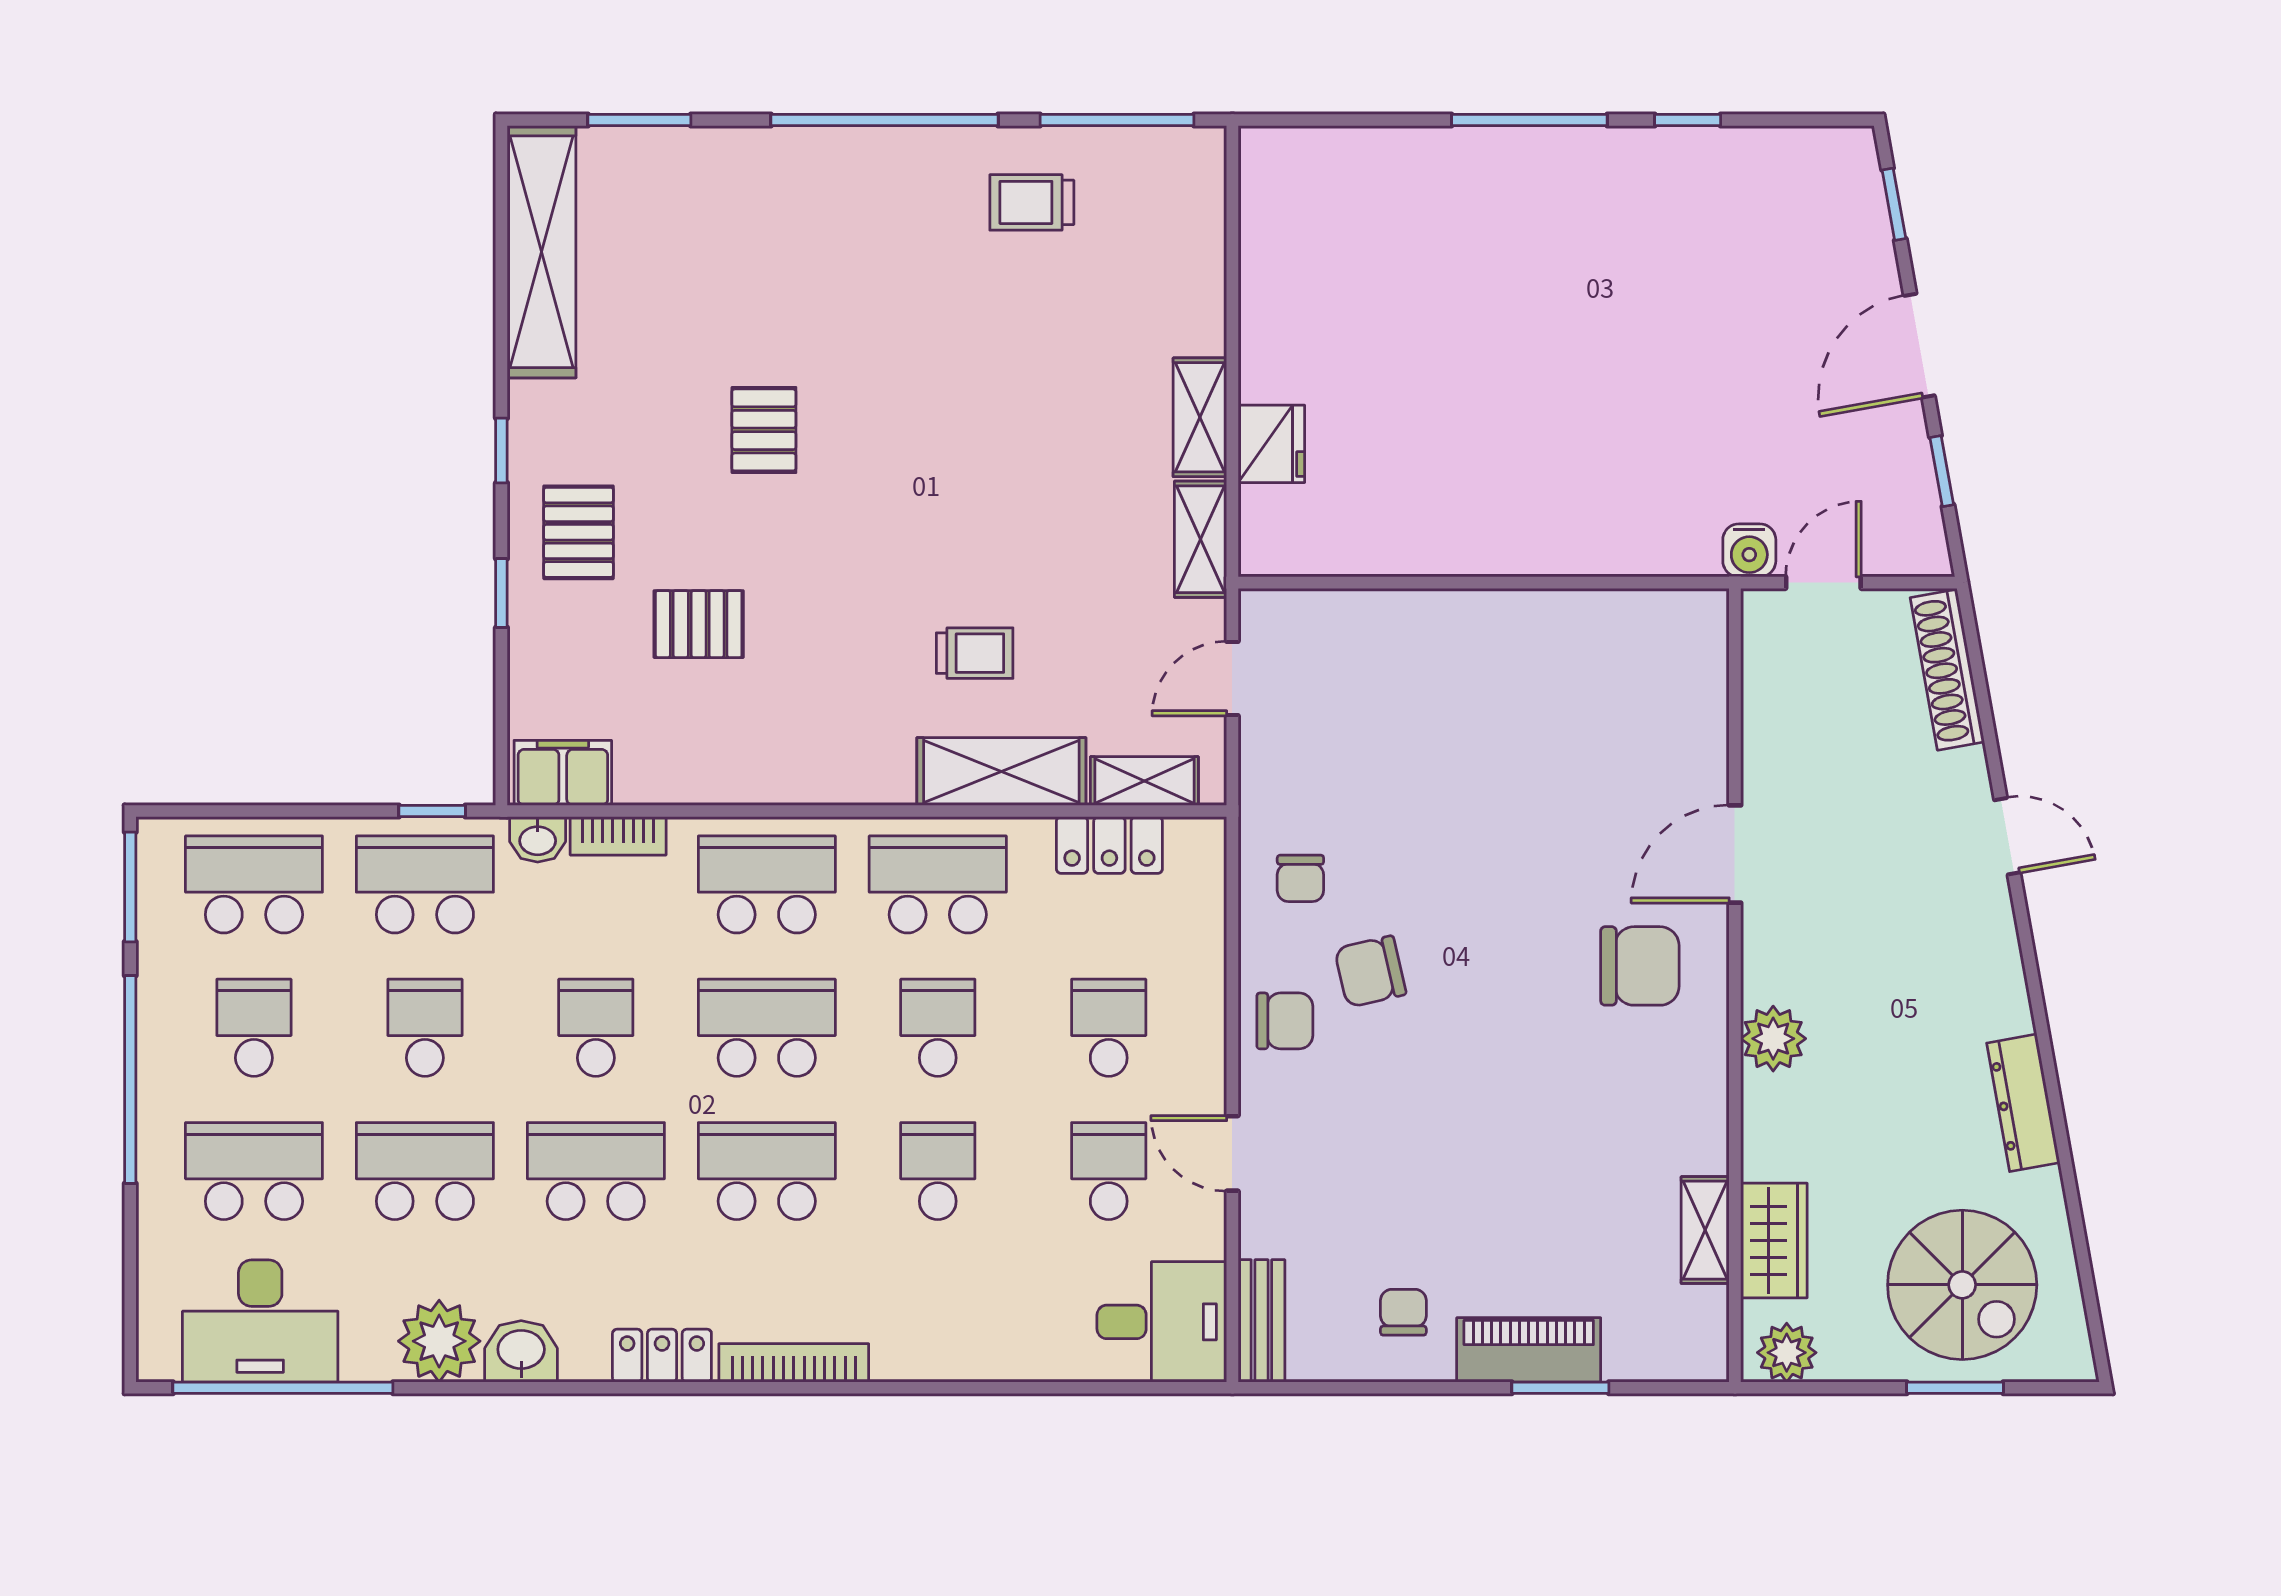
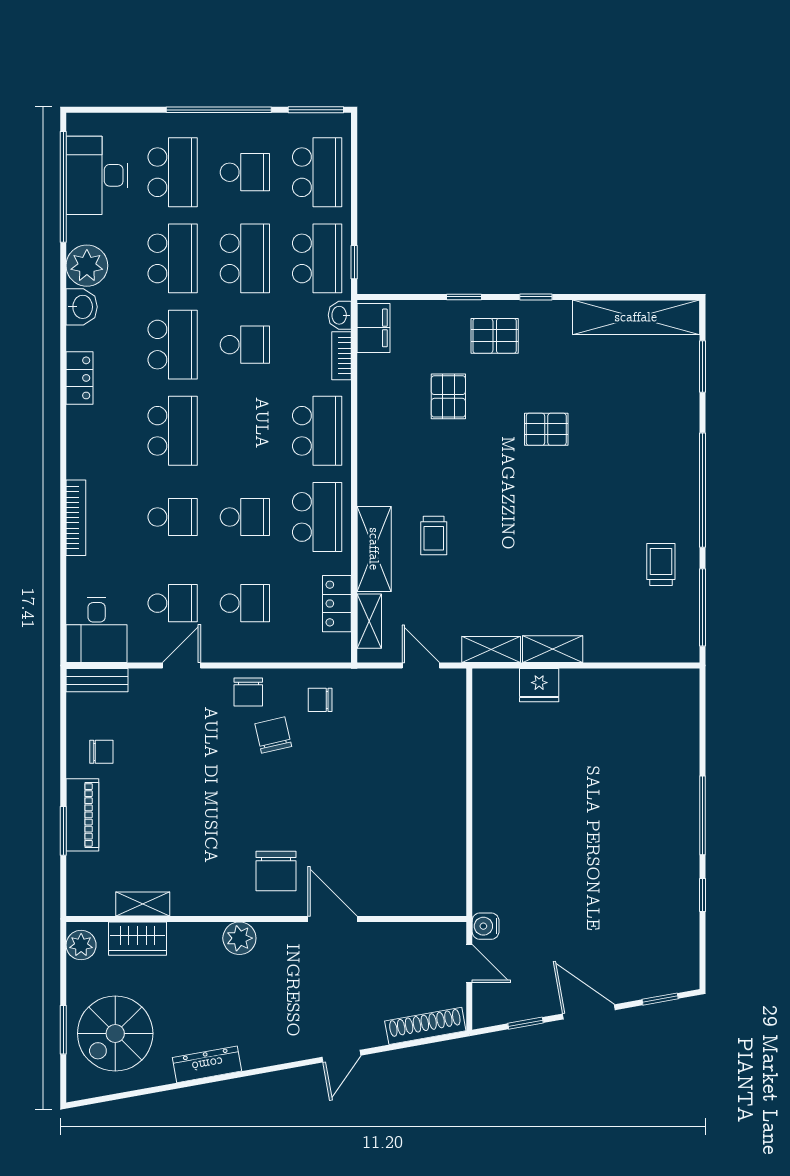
school desk: (425, 1028) -> (245, 258), width x1.85
school desk: (767, 1028) -> (245, 431), removed
bookcase: (794, 1363) -> (76, 518), moved

